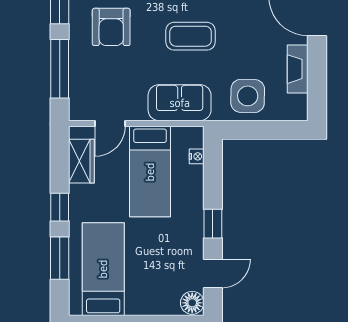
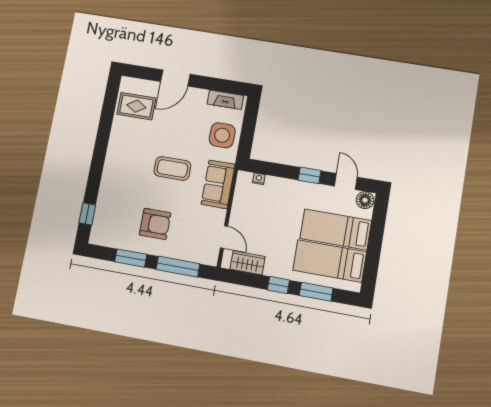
coffee table: (191, 36) -> (172, 168), turned 90
fireplace: (298, 69) -> (225, 100), moved
bed: (150, 172) -> (336, 229), moved, turned 180

